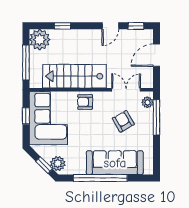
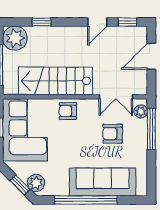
double door: (126, 90) -> (116, 97), swing flipped
armchair: (123, 121) -> (113, 134), turned -60

